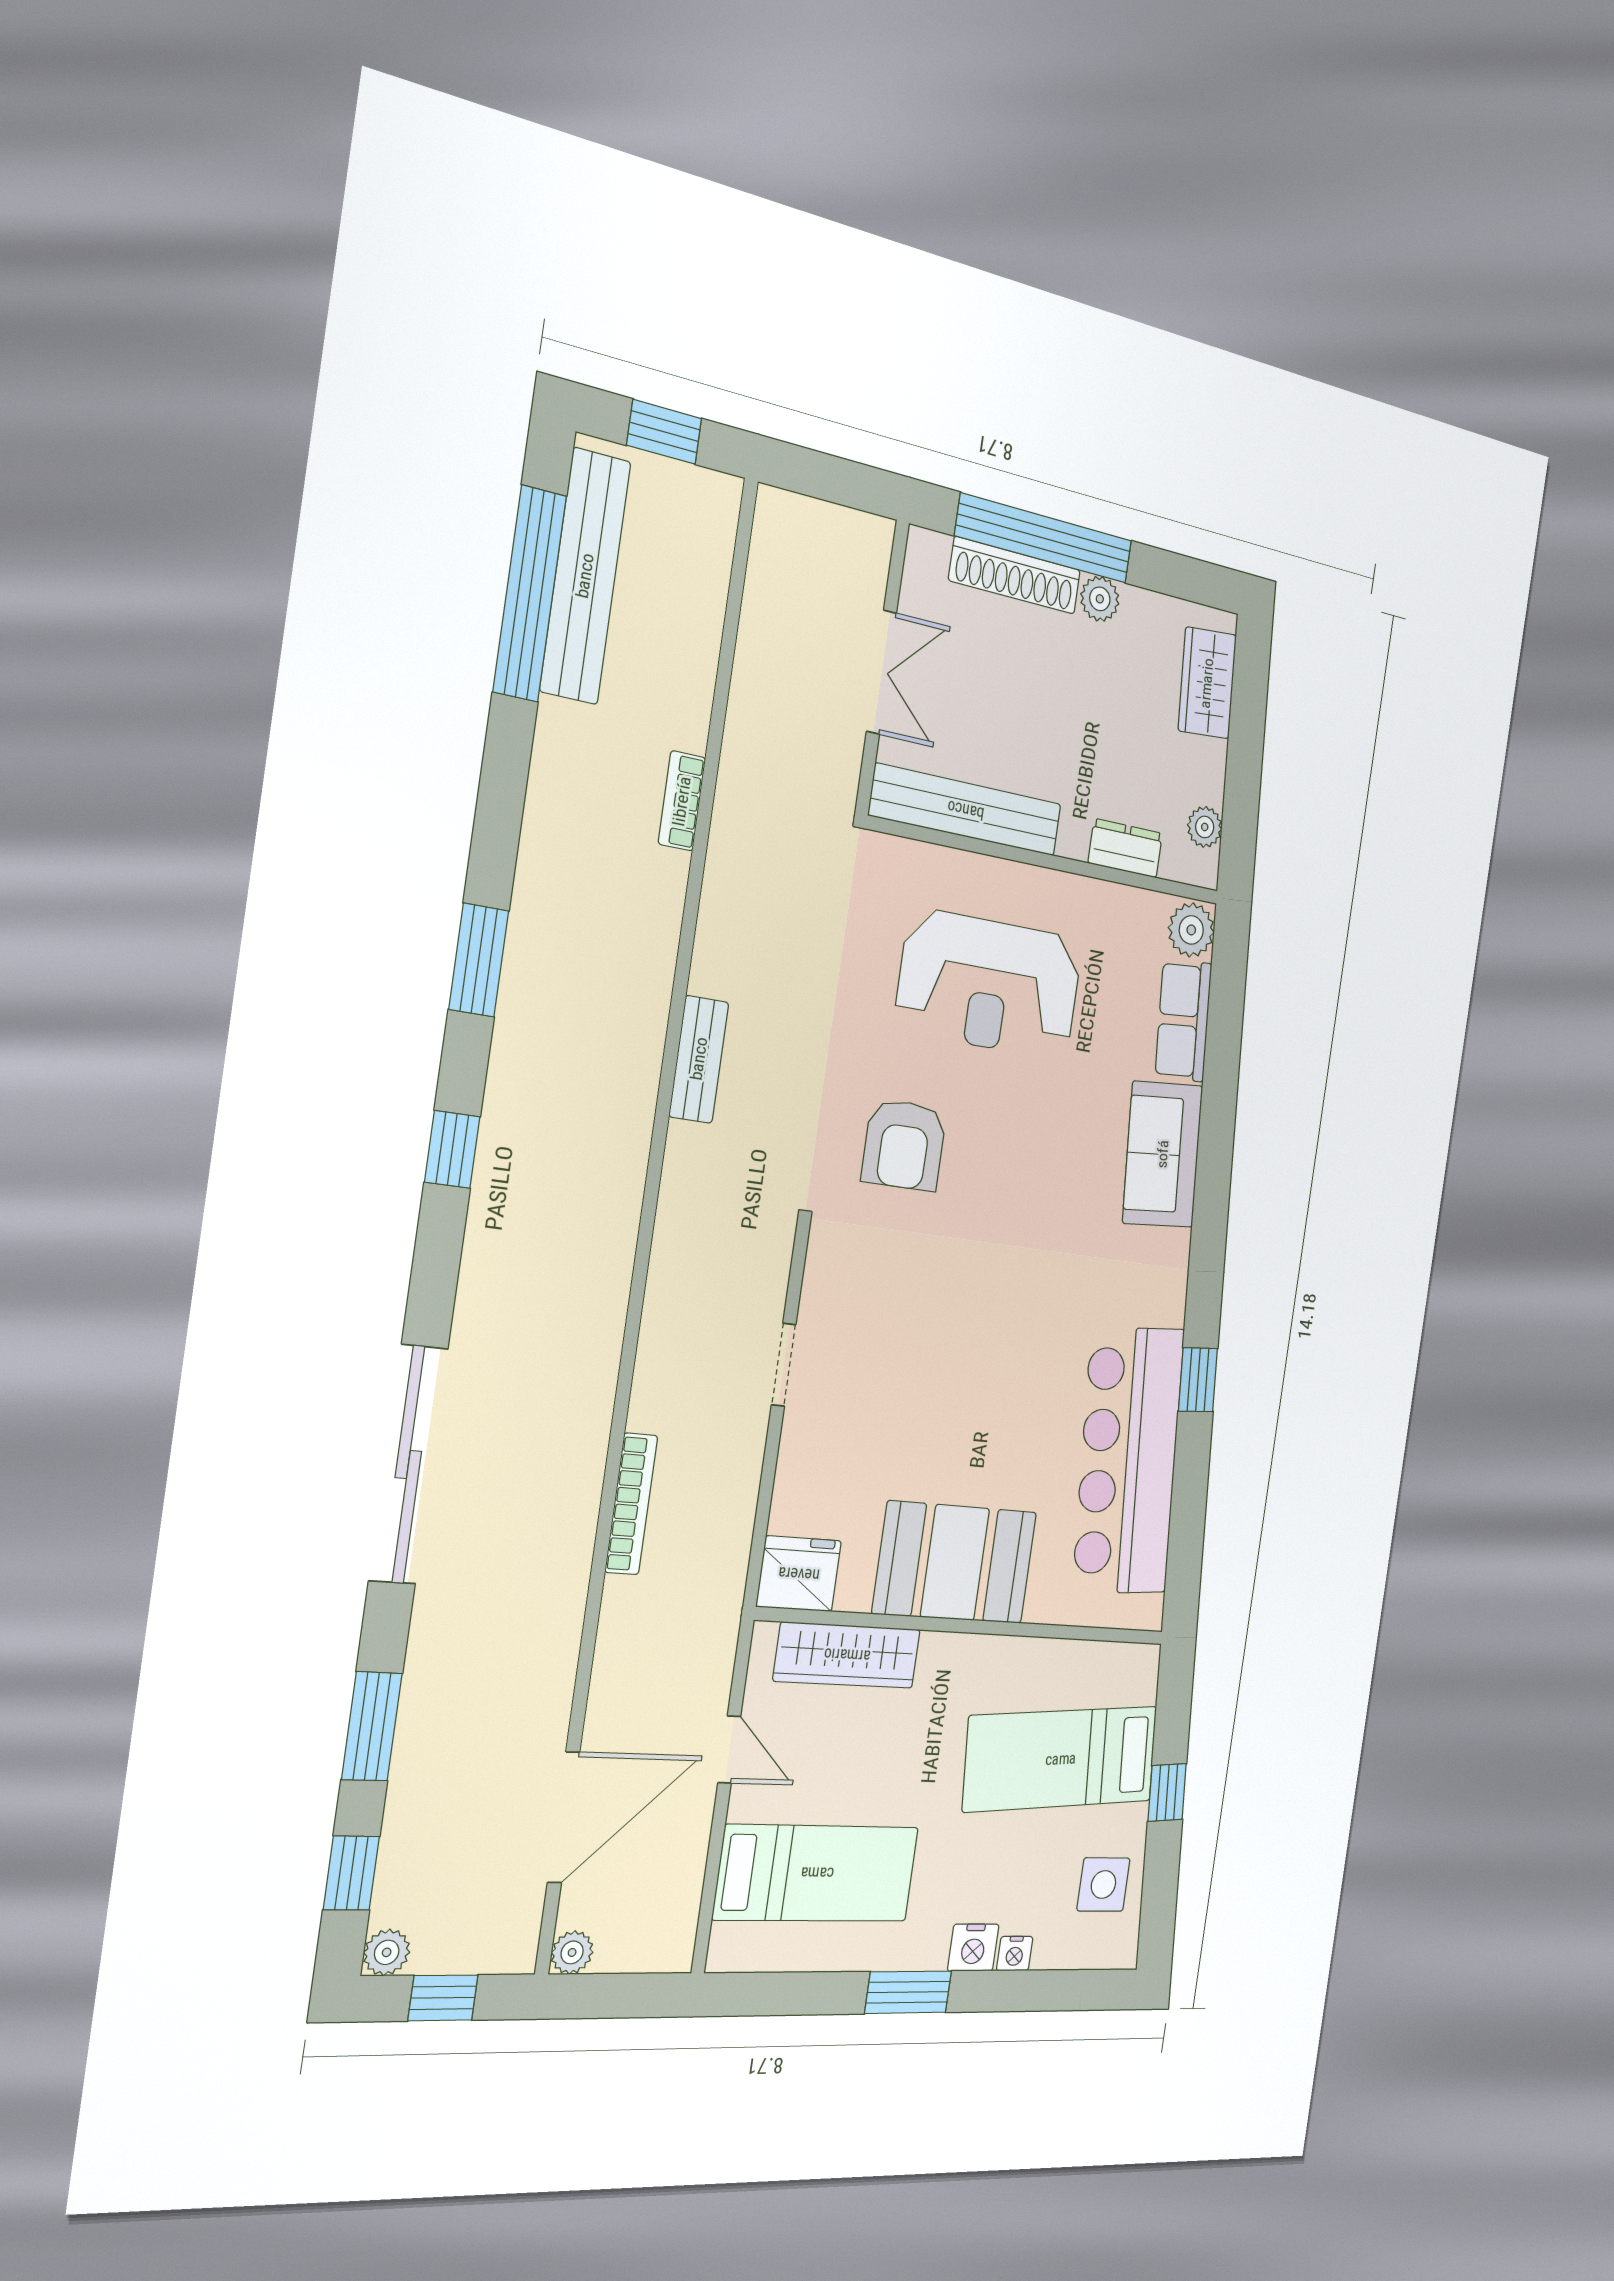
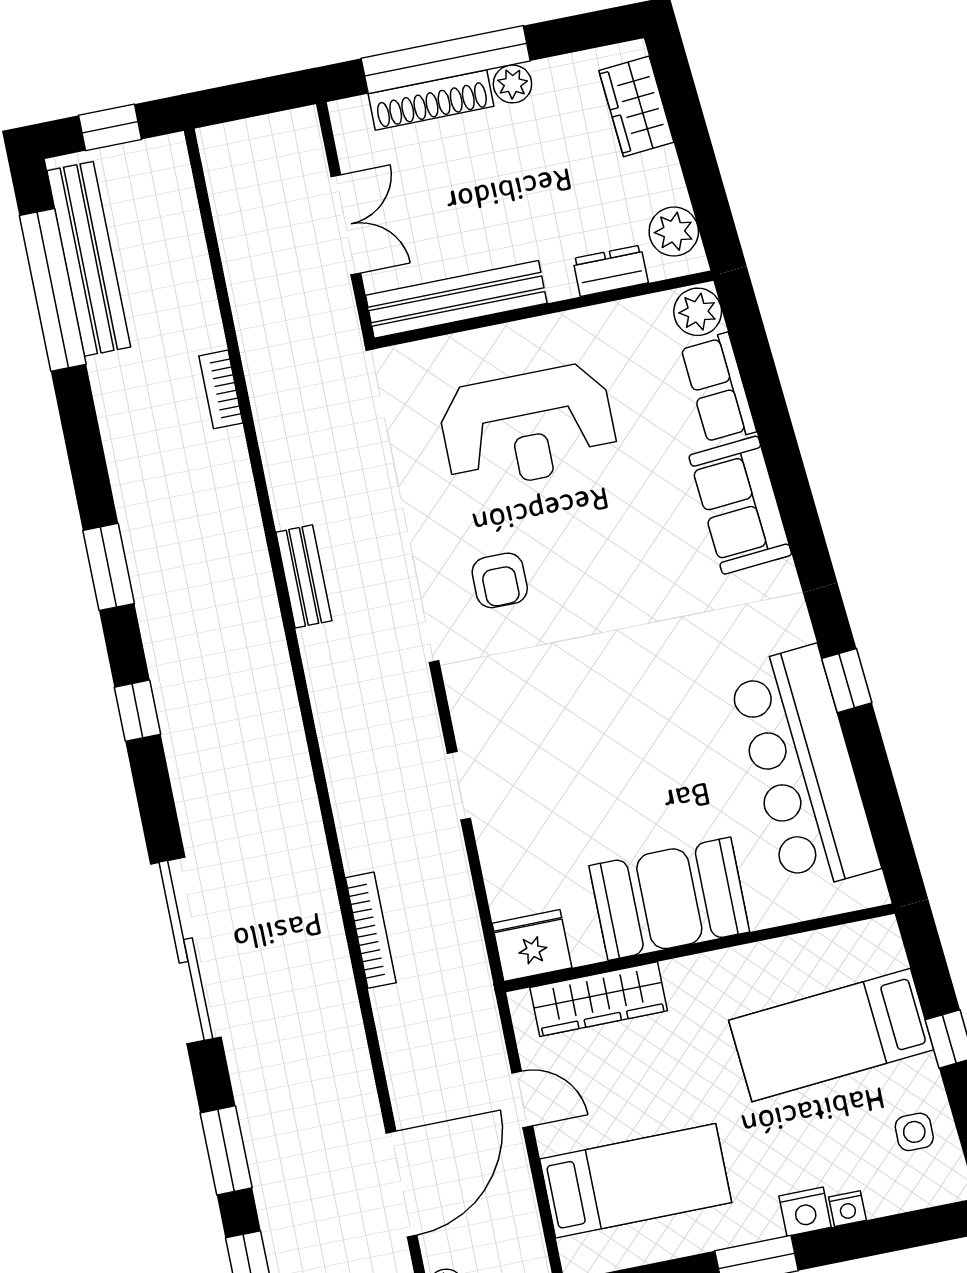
plant: (1205, 827) -> (674, 232), width x1.38, depth x1.38
armchair: (904, 1145) -> (500, 580), width x0.72, depth x0.72
side table: (1103, 1884) -> (914, 1132), width x0.73, depth x0.73

